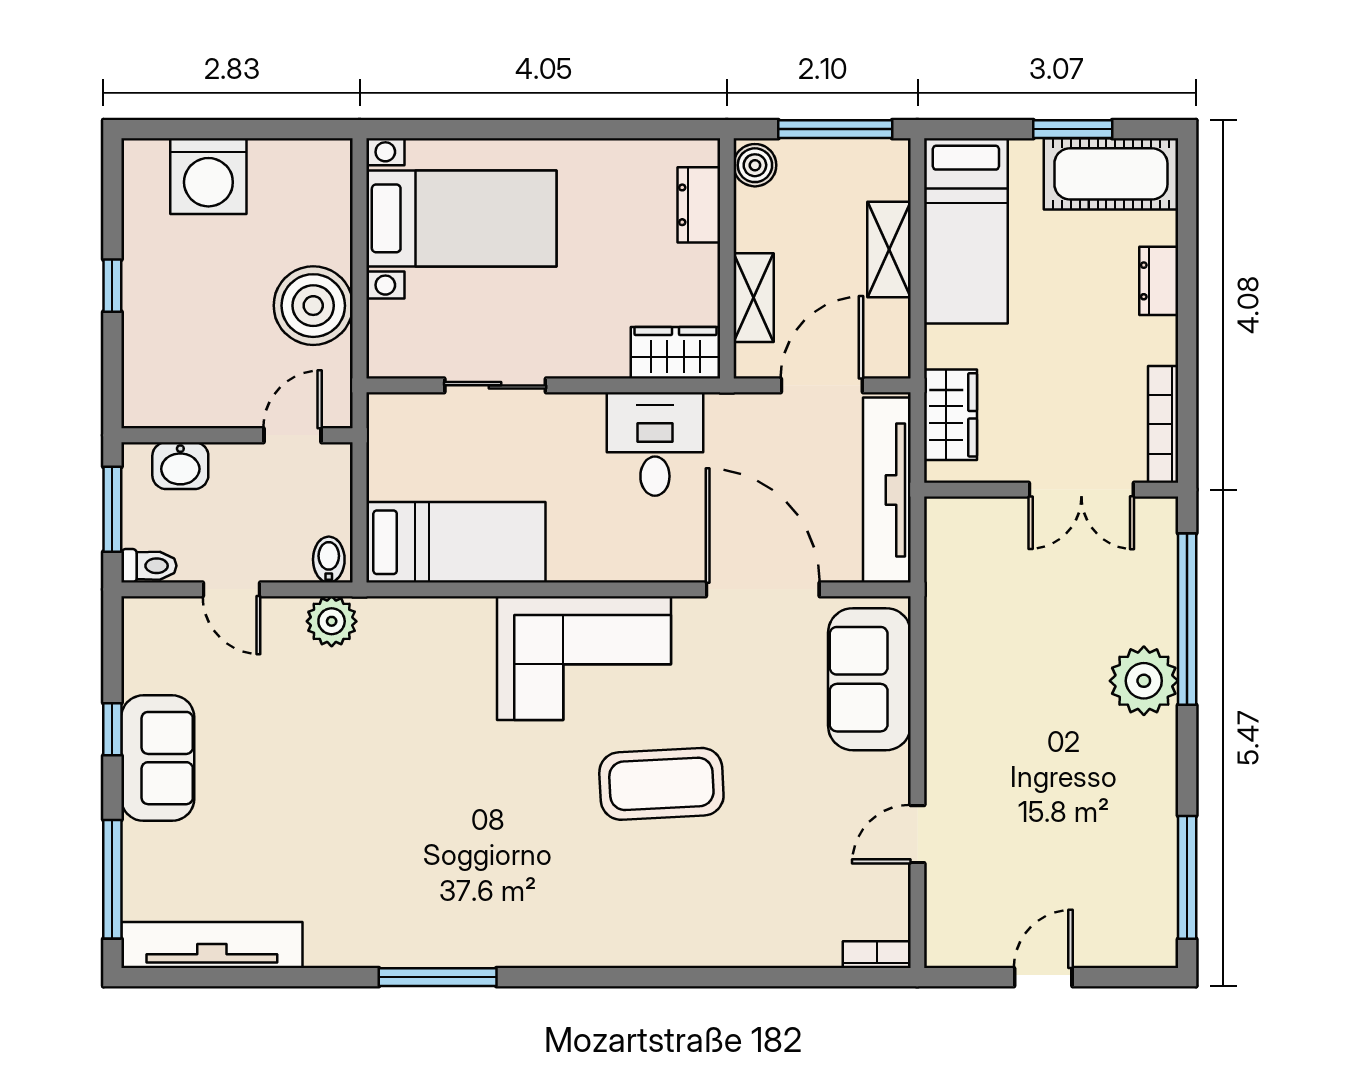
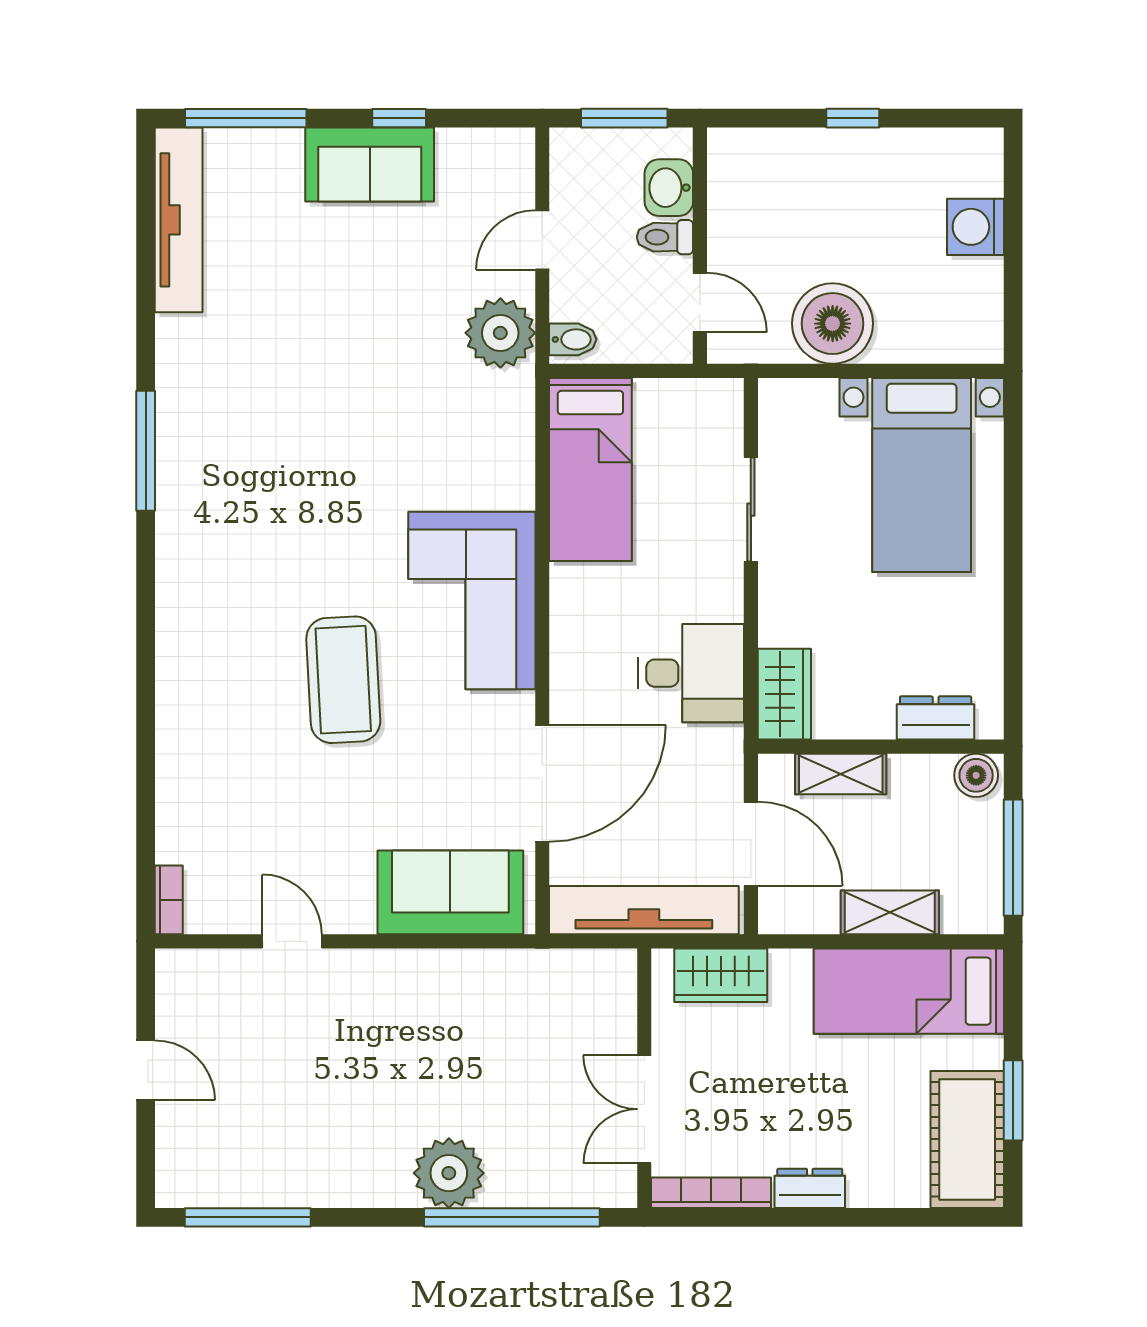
washing machine: (208, 176) -> (975, 227), width x0.73, depth x0.73
dresser: (1159, 281) -> (810, 1188), moved
toilet: (149, 566) -> (665, 237), moved, turned 90
plant: (332, 621) -> (500, 333), width x1.36, depth x1.36

